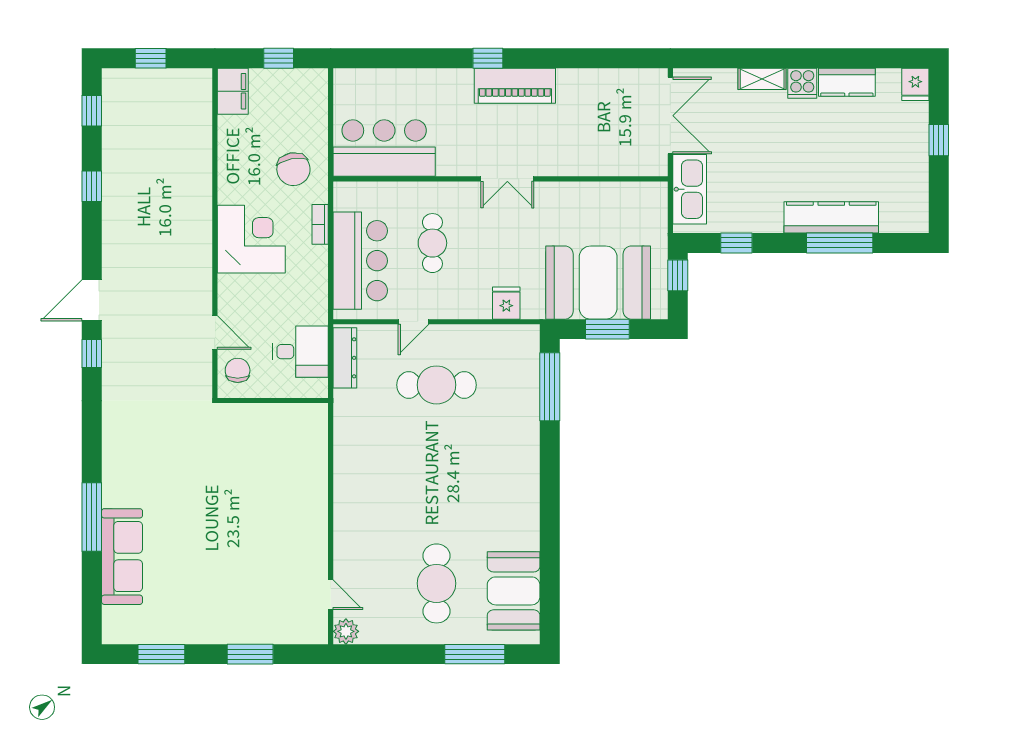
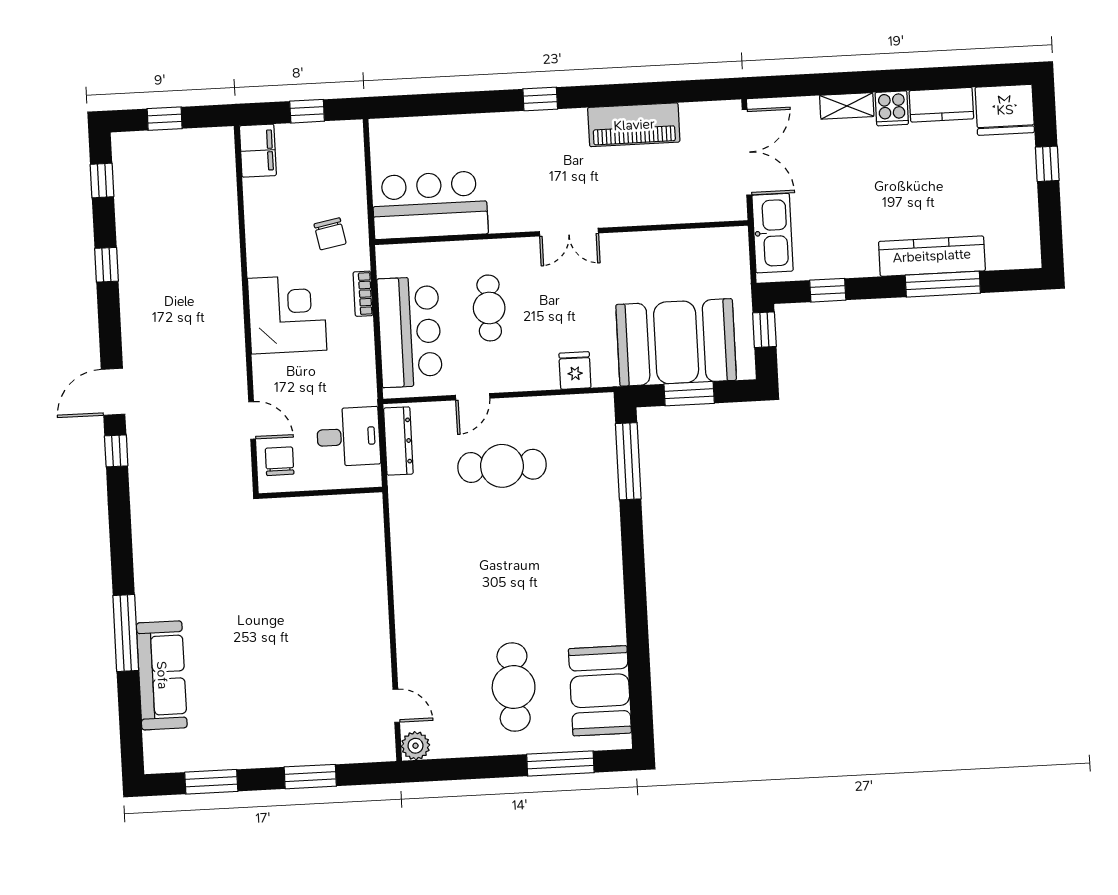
fridge: (915, 84) -> (1005, 110), width x1.88, depth x1.34
piano: (515, 86) -> (634, 125), moved
chair: (293, 169) -> (330, 234), width x0.73, depth x0.73

